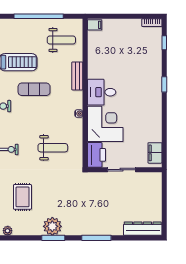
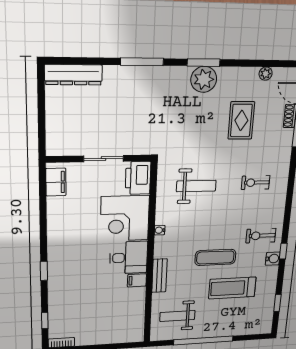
filing cabinet: (95, 25) -> (137, 280), moved
weight bench: (53, 148) -> (196, 186), turned 180

